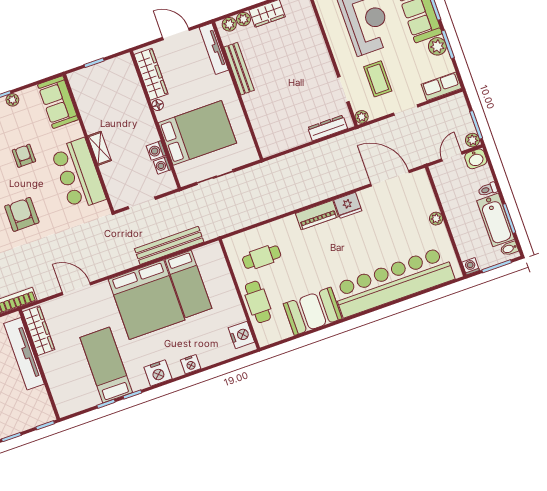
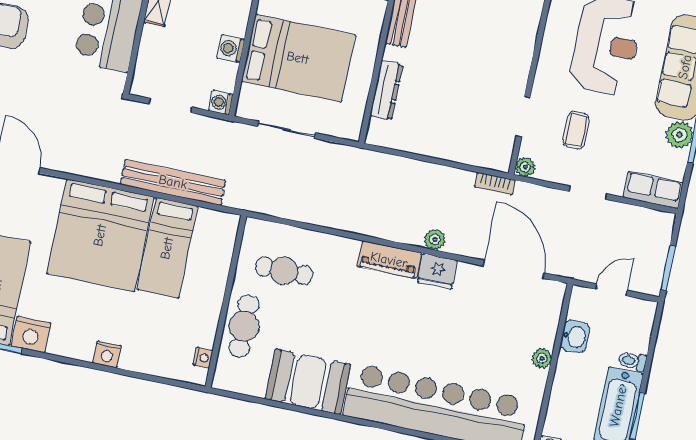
coffee table: (378, 79) -> (576, 130), width x0.73, depth x0.77
dresser: (328, 128) -> (386, 90), moved, turned 90
bookcase: (350, 137) -> (495, 184), added
plant: (472, 140) -> (435, 240), moved
washbasin: (476, 159) -> (575, 337), moved, turned -90
washing machine: (162, 165) -> (221, 103), moved
nightstand: (241, 335) -> (203, 358), width x0.53, depth x0.56
nightstand: (158, 373) -> (31, 334), moved

